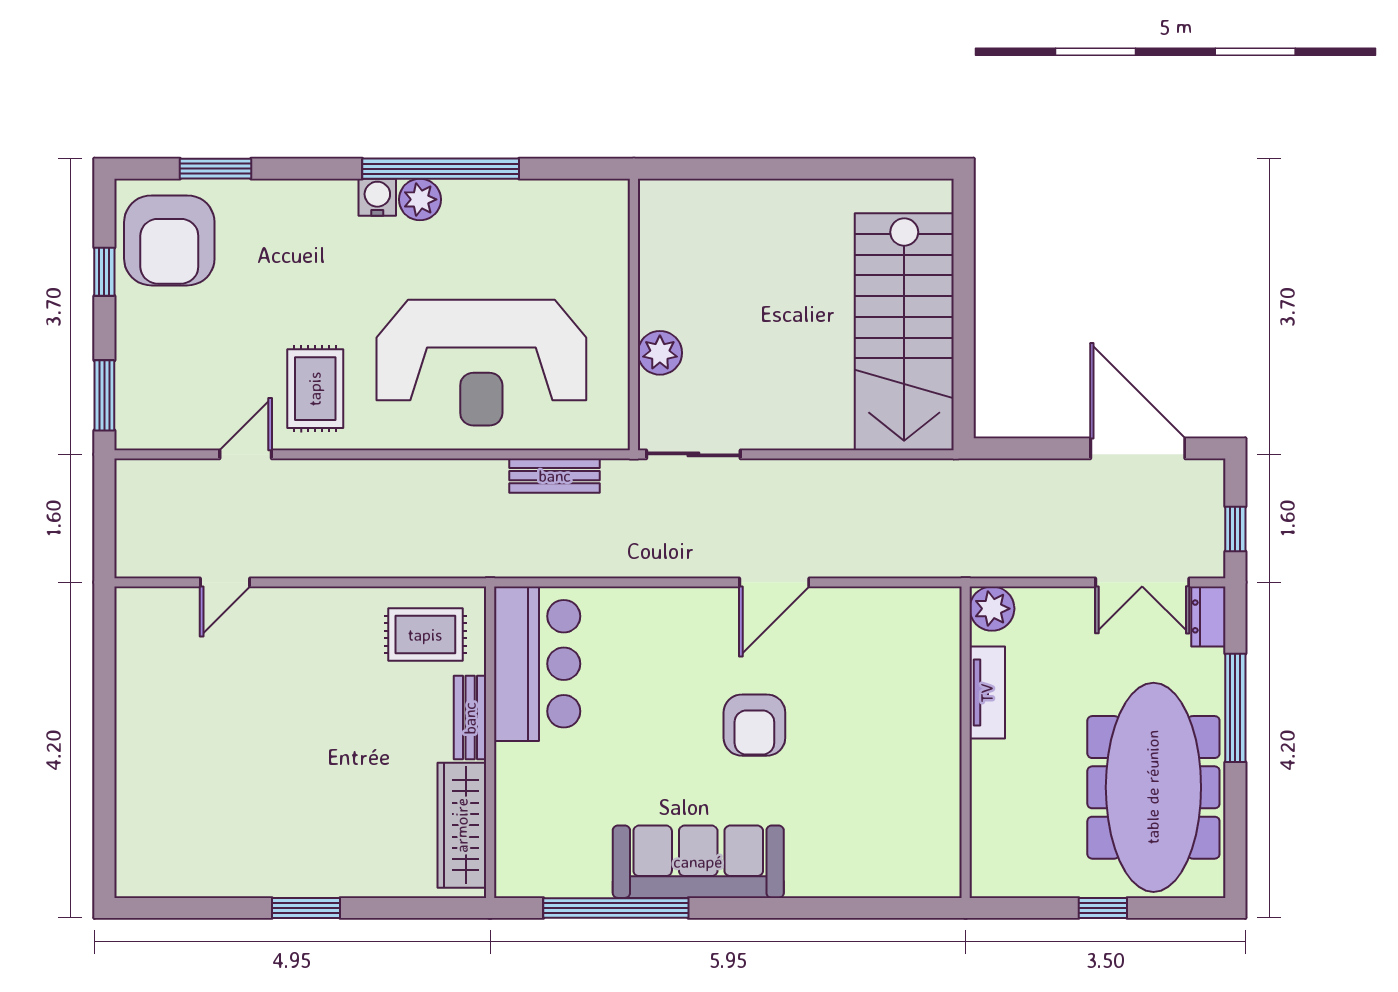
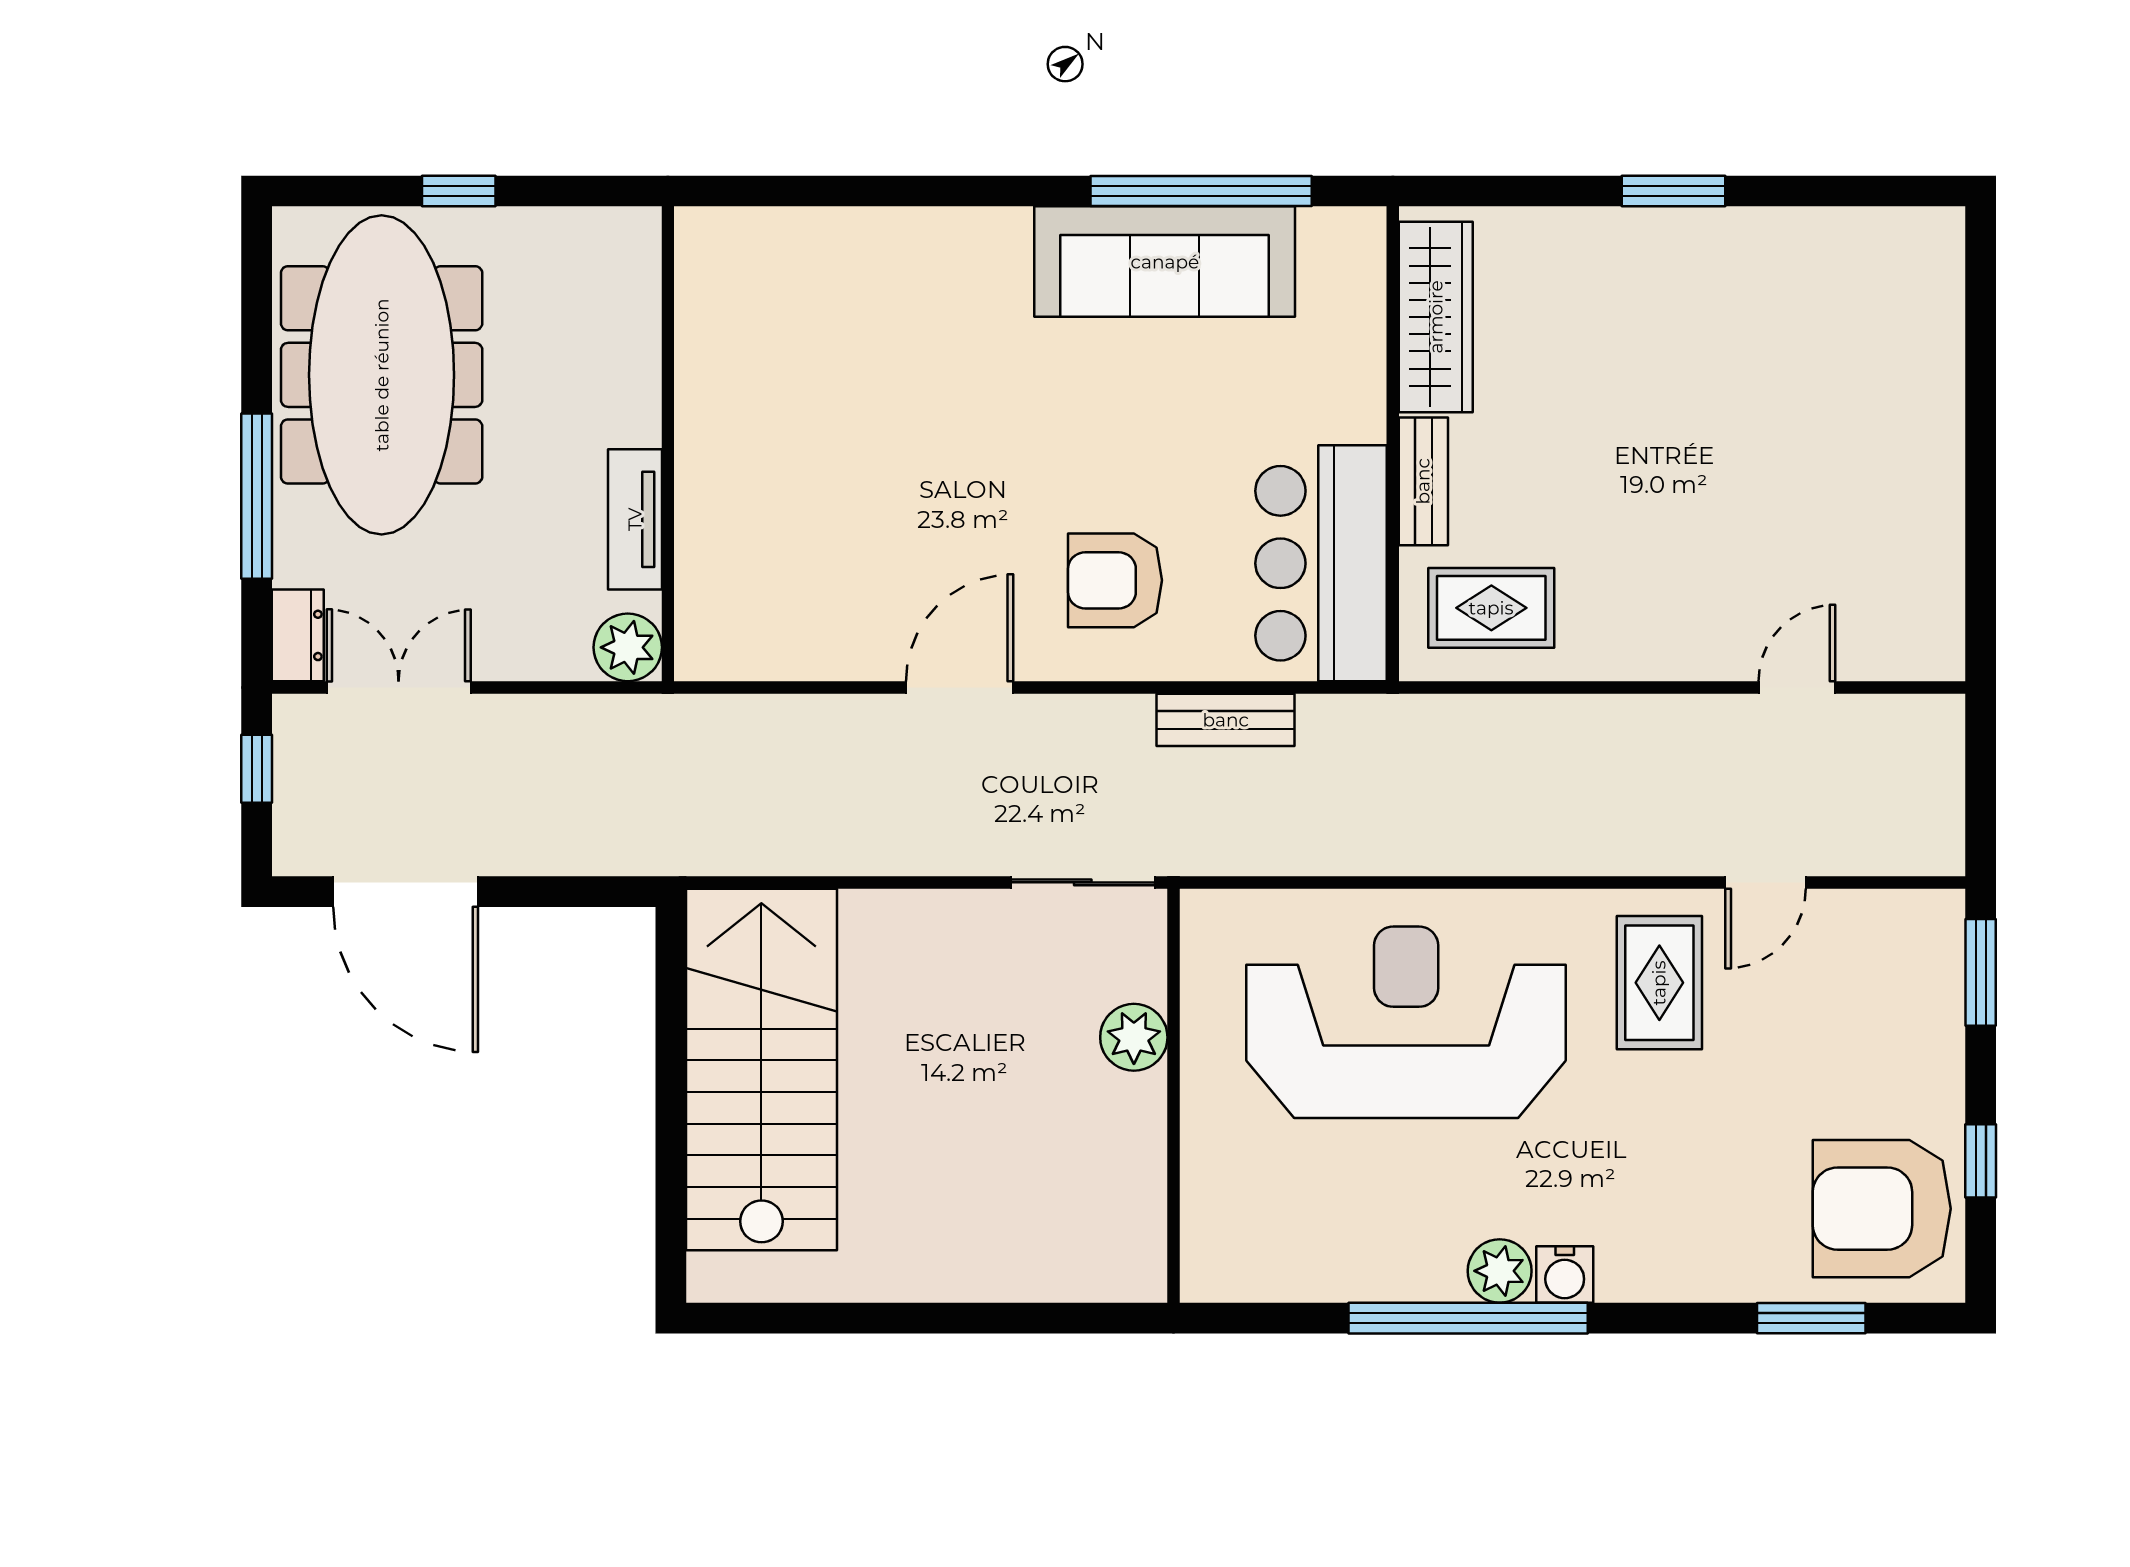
armchair: (169, 240) -> (1882, 1209), turned -90
bench: (555, 476) -> (1226, 720), moved
armchair: (754, 725) -> (1115, 580), moved, turned -90
sofa: (698, 862) -> (1165, 262), moved

